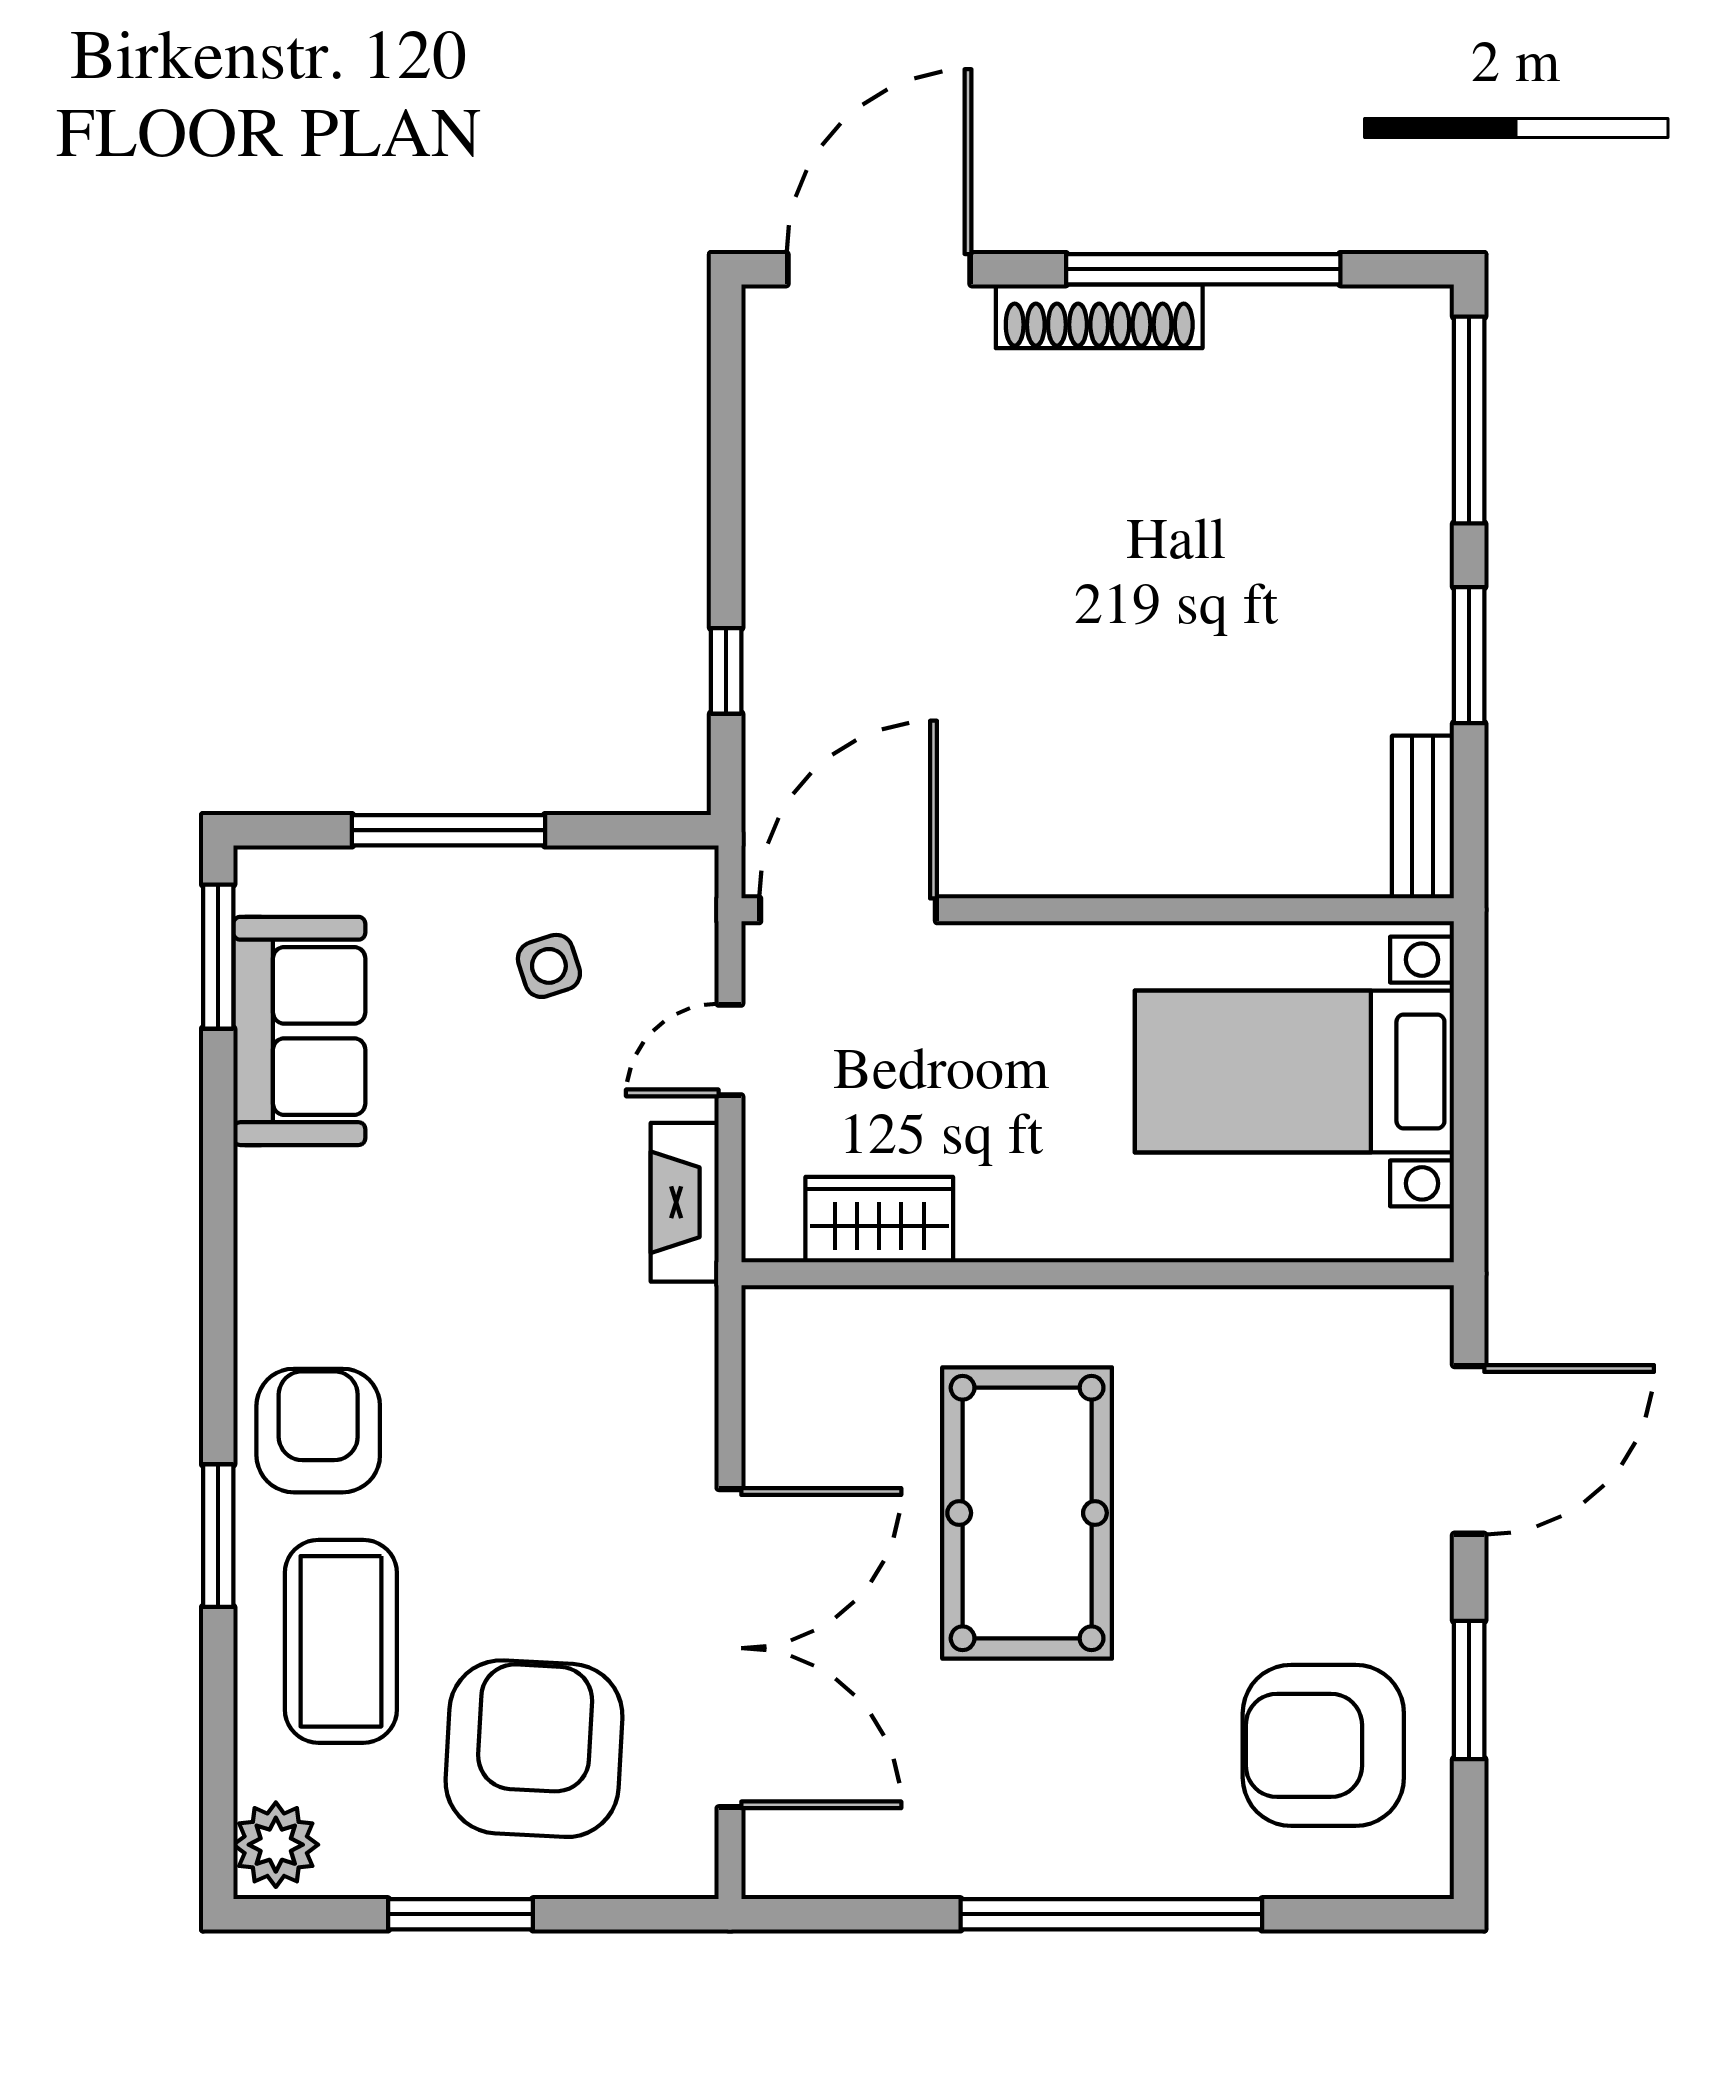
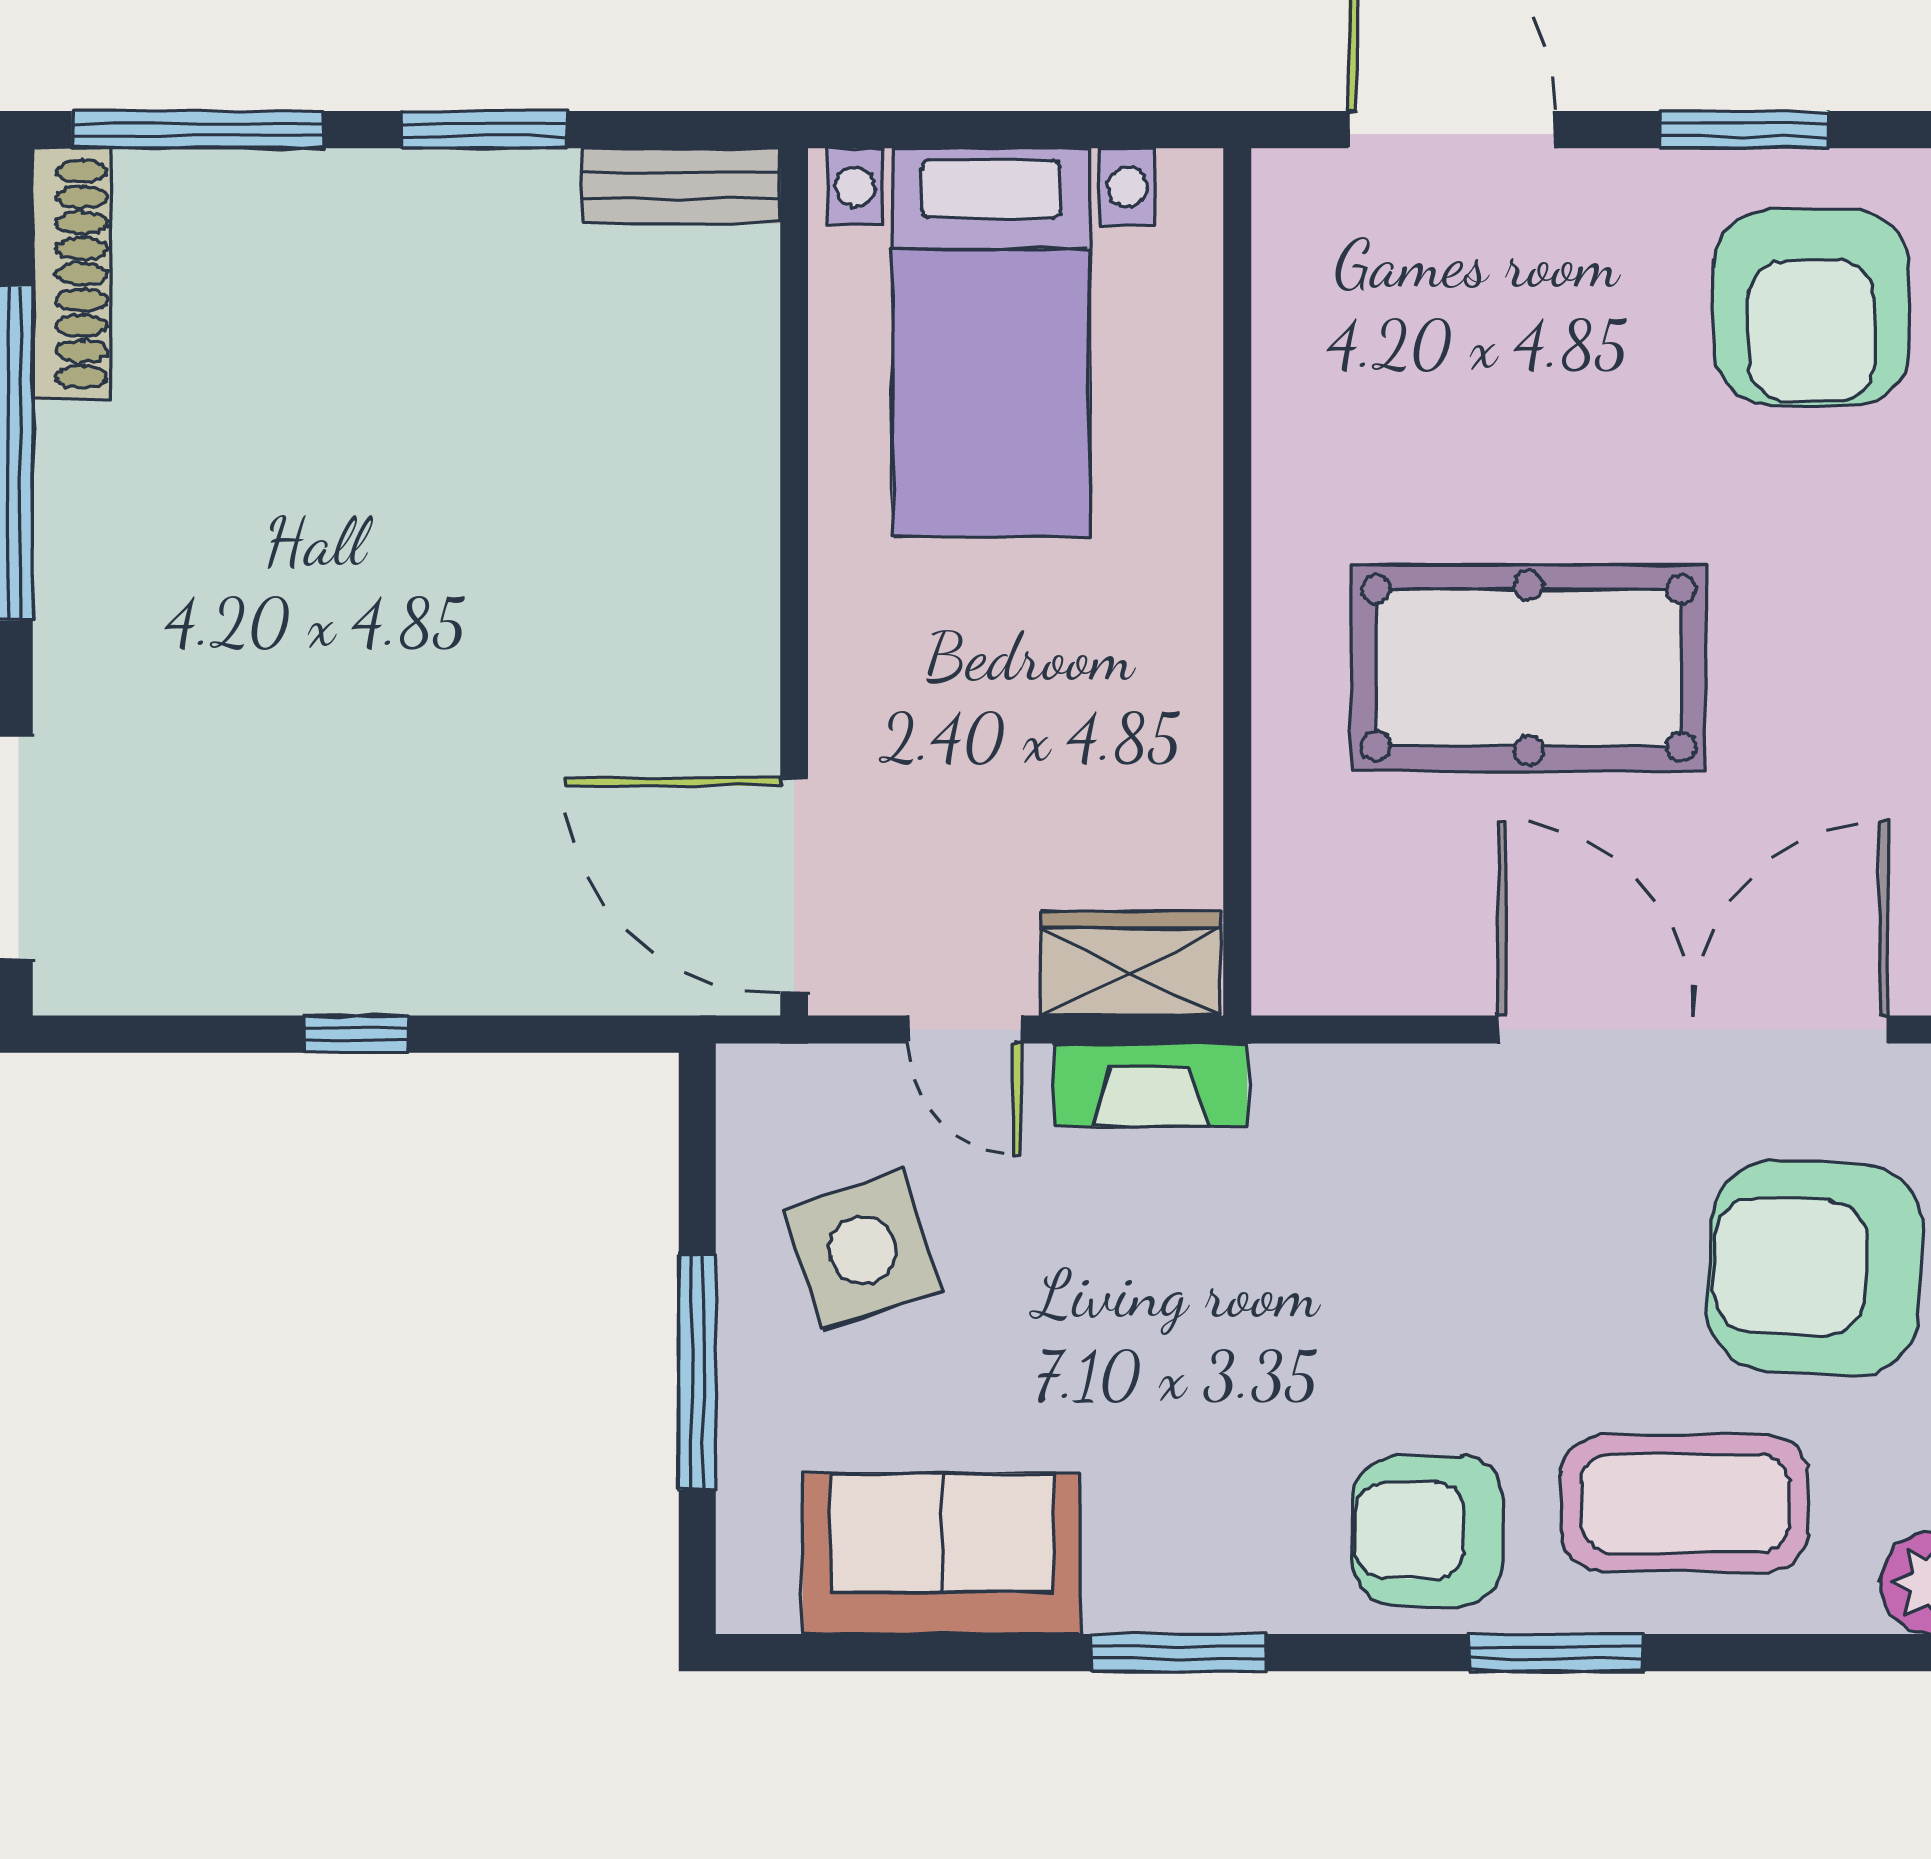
shoe rack: (1099, 316) -> (72, 274), moved
window: (726, 671) -> (356, 1034), moved
window: (218, 957) -> (1179, 1653), moved
side table: (549, 966) -> (862, 1250), width x1.87, depth x1.87
wardrobe: (879, 1220) -> (1130, 964), moved, turned 90

